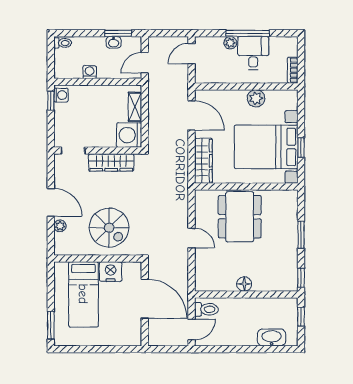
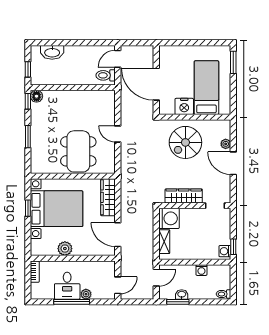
spiral stairs: (109, 228) -> (185, 142), turned -90
floor lamp: (244, 284) -> (37, 96), moved

